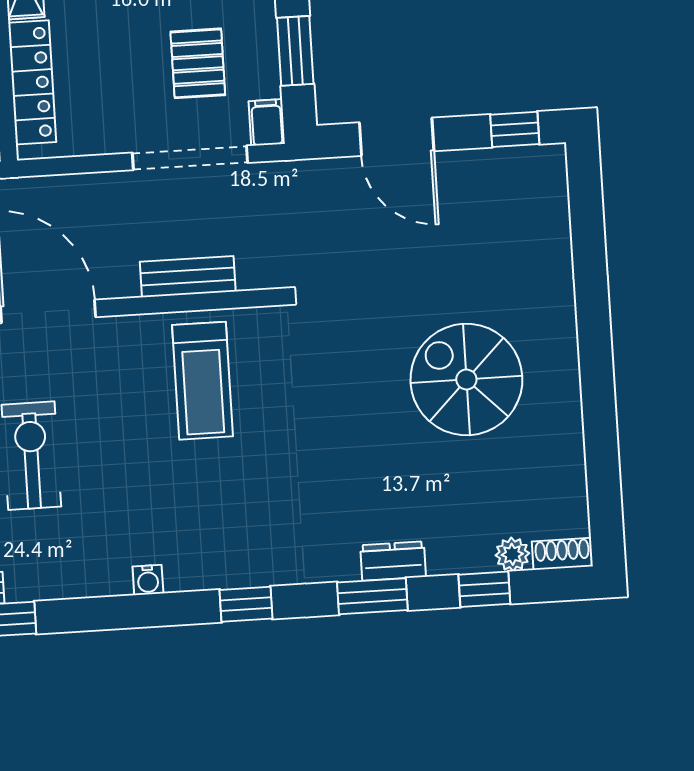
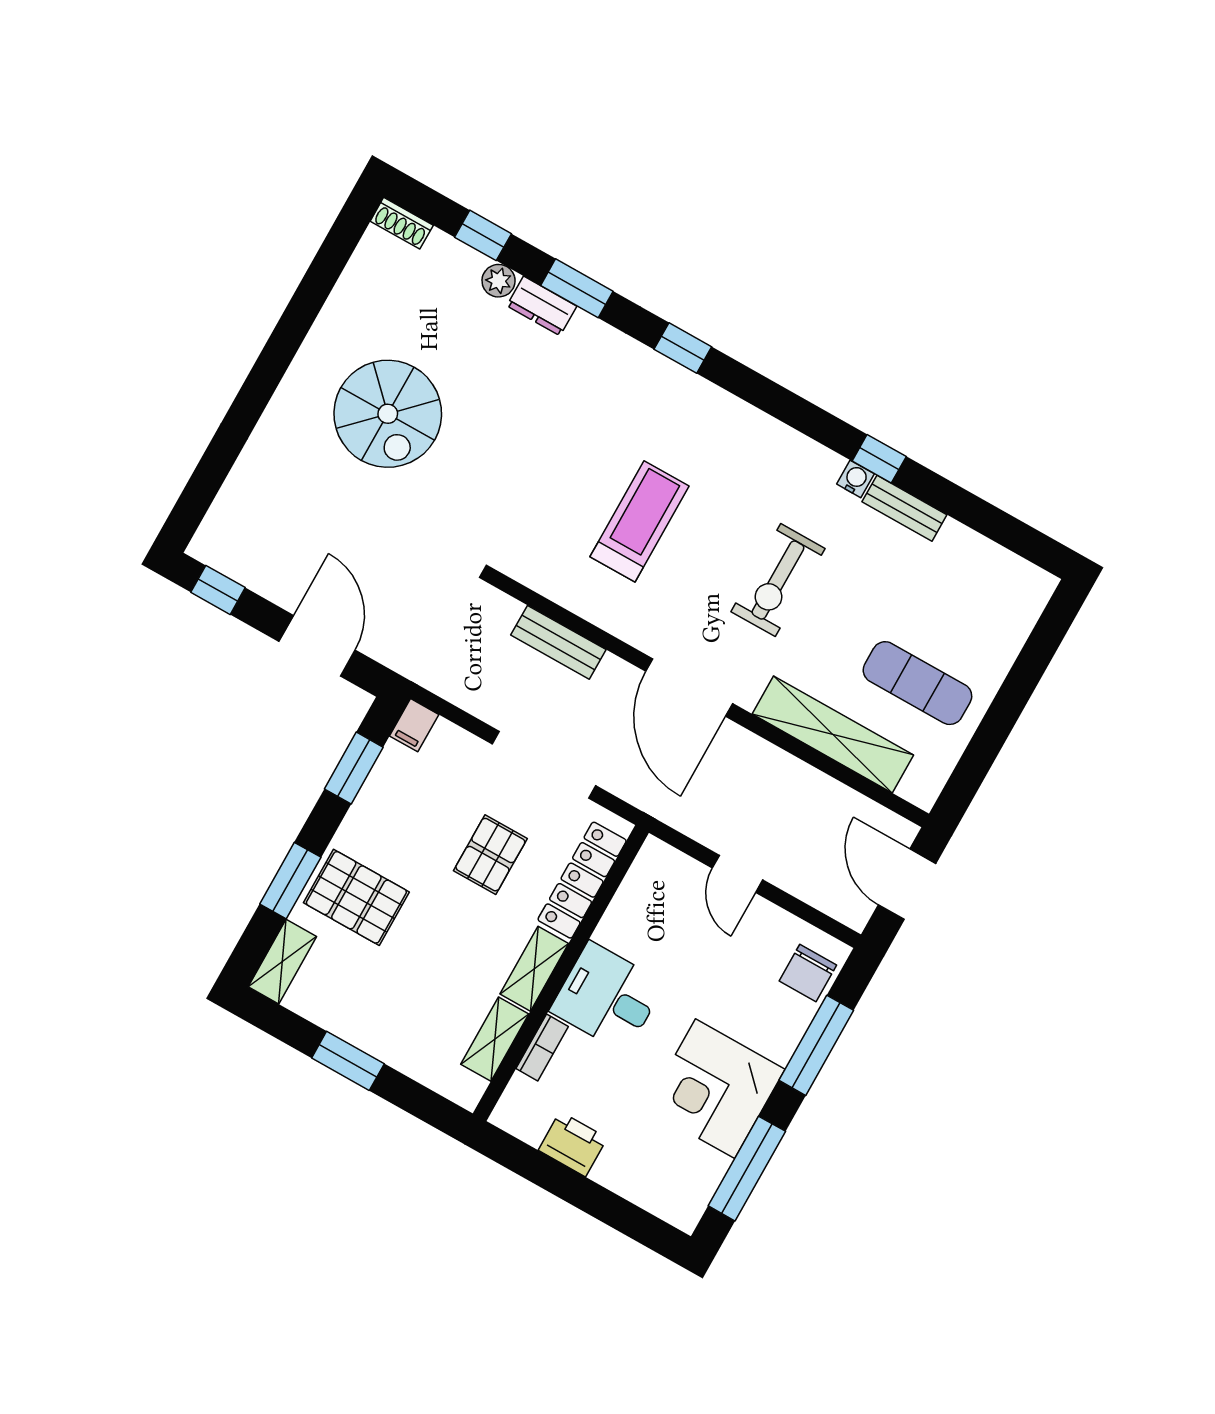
pallet: (198, 63) -> (490, 855), moved
doorway: (190, 158) -> (544, 765), moved
treadmill: (203, 381) -> (639, 521), moved
plant: (512, 554) -> (499, 281), moved
water cooler: (148, 580) -> (855, 479), moved

